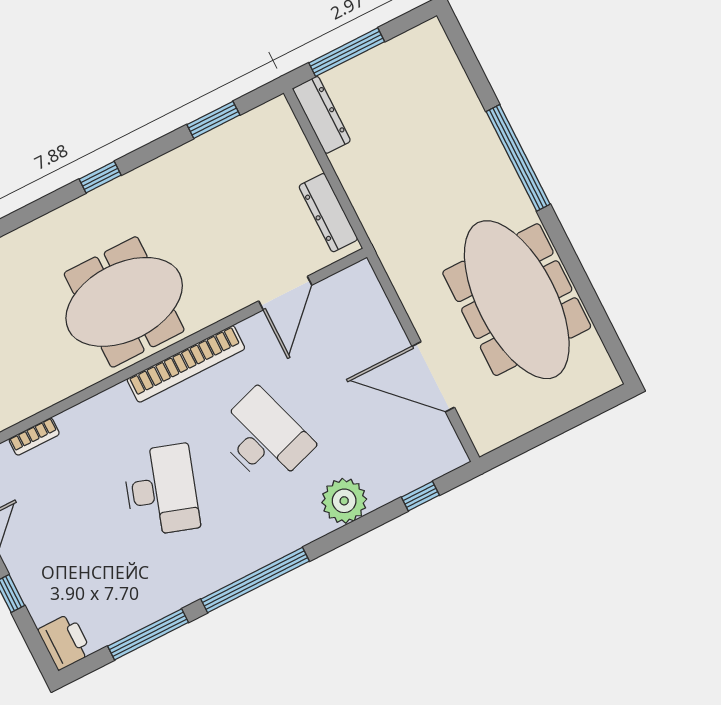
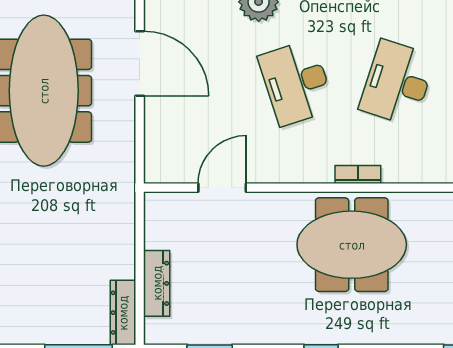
dresser: (328, 213) -> (157, 283), moved
bookcase: (186, 364) -> (358, 174), width x0.43, depth x0.76

